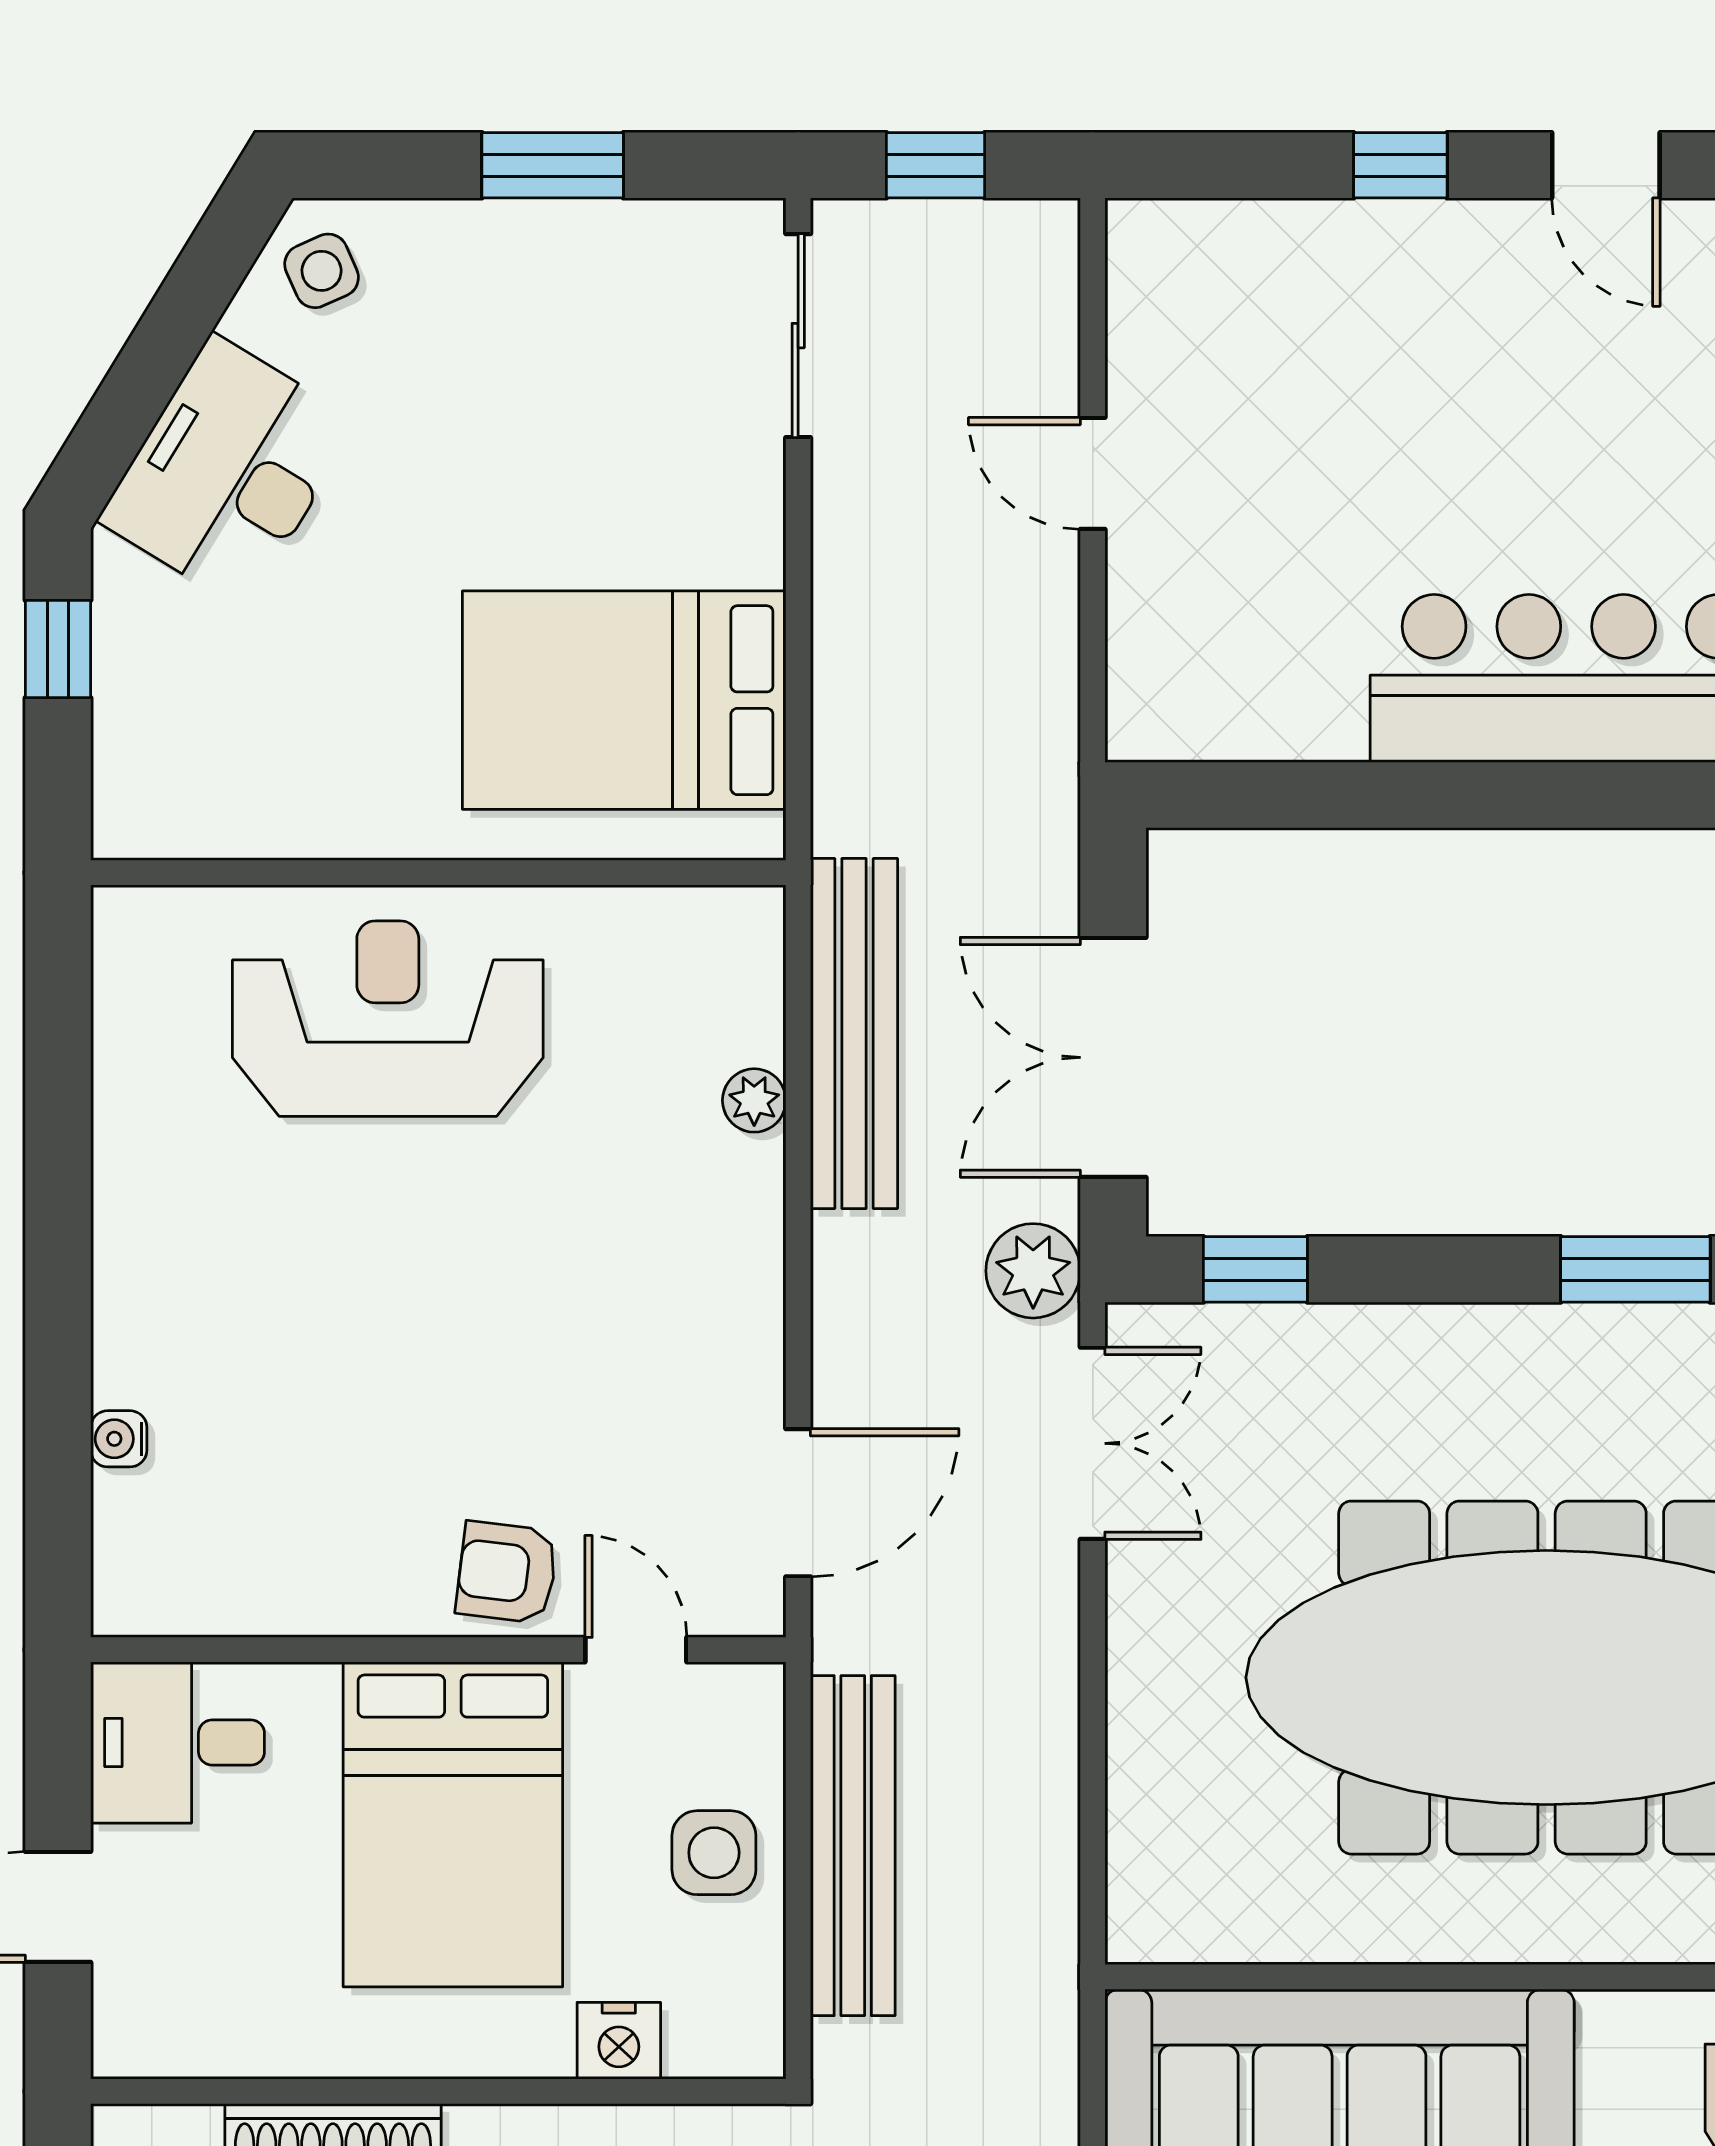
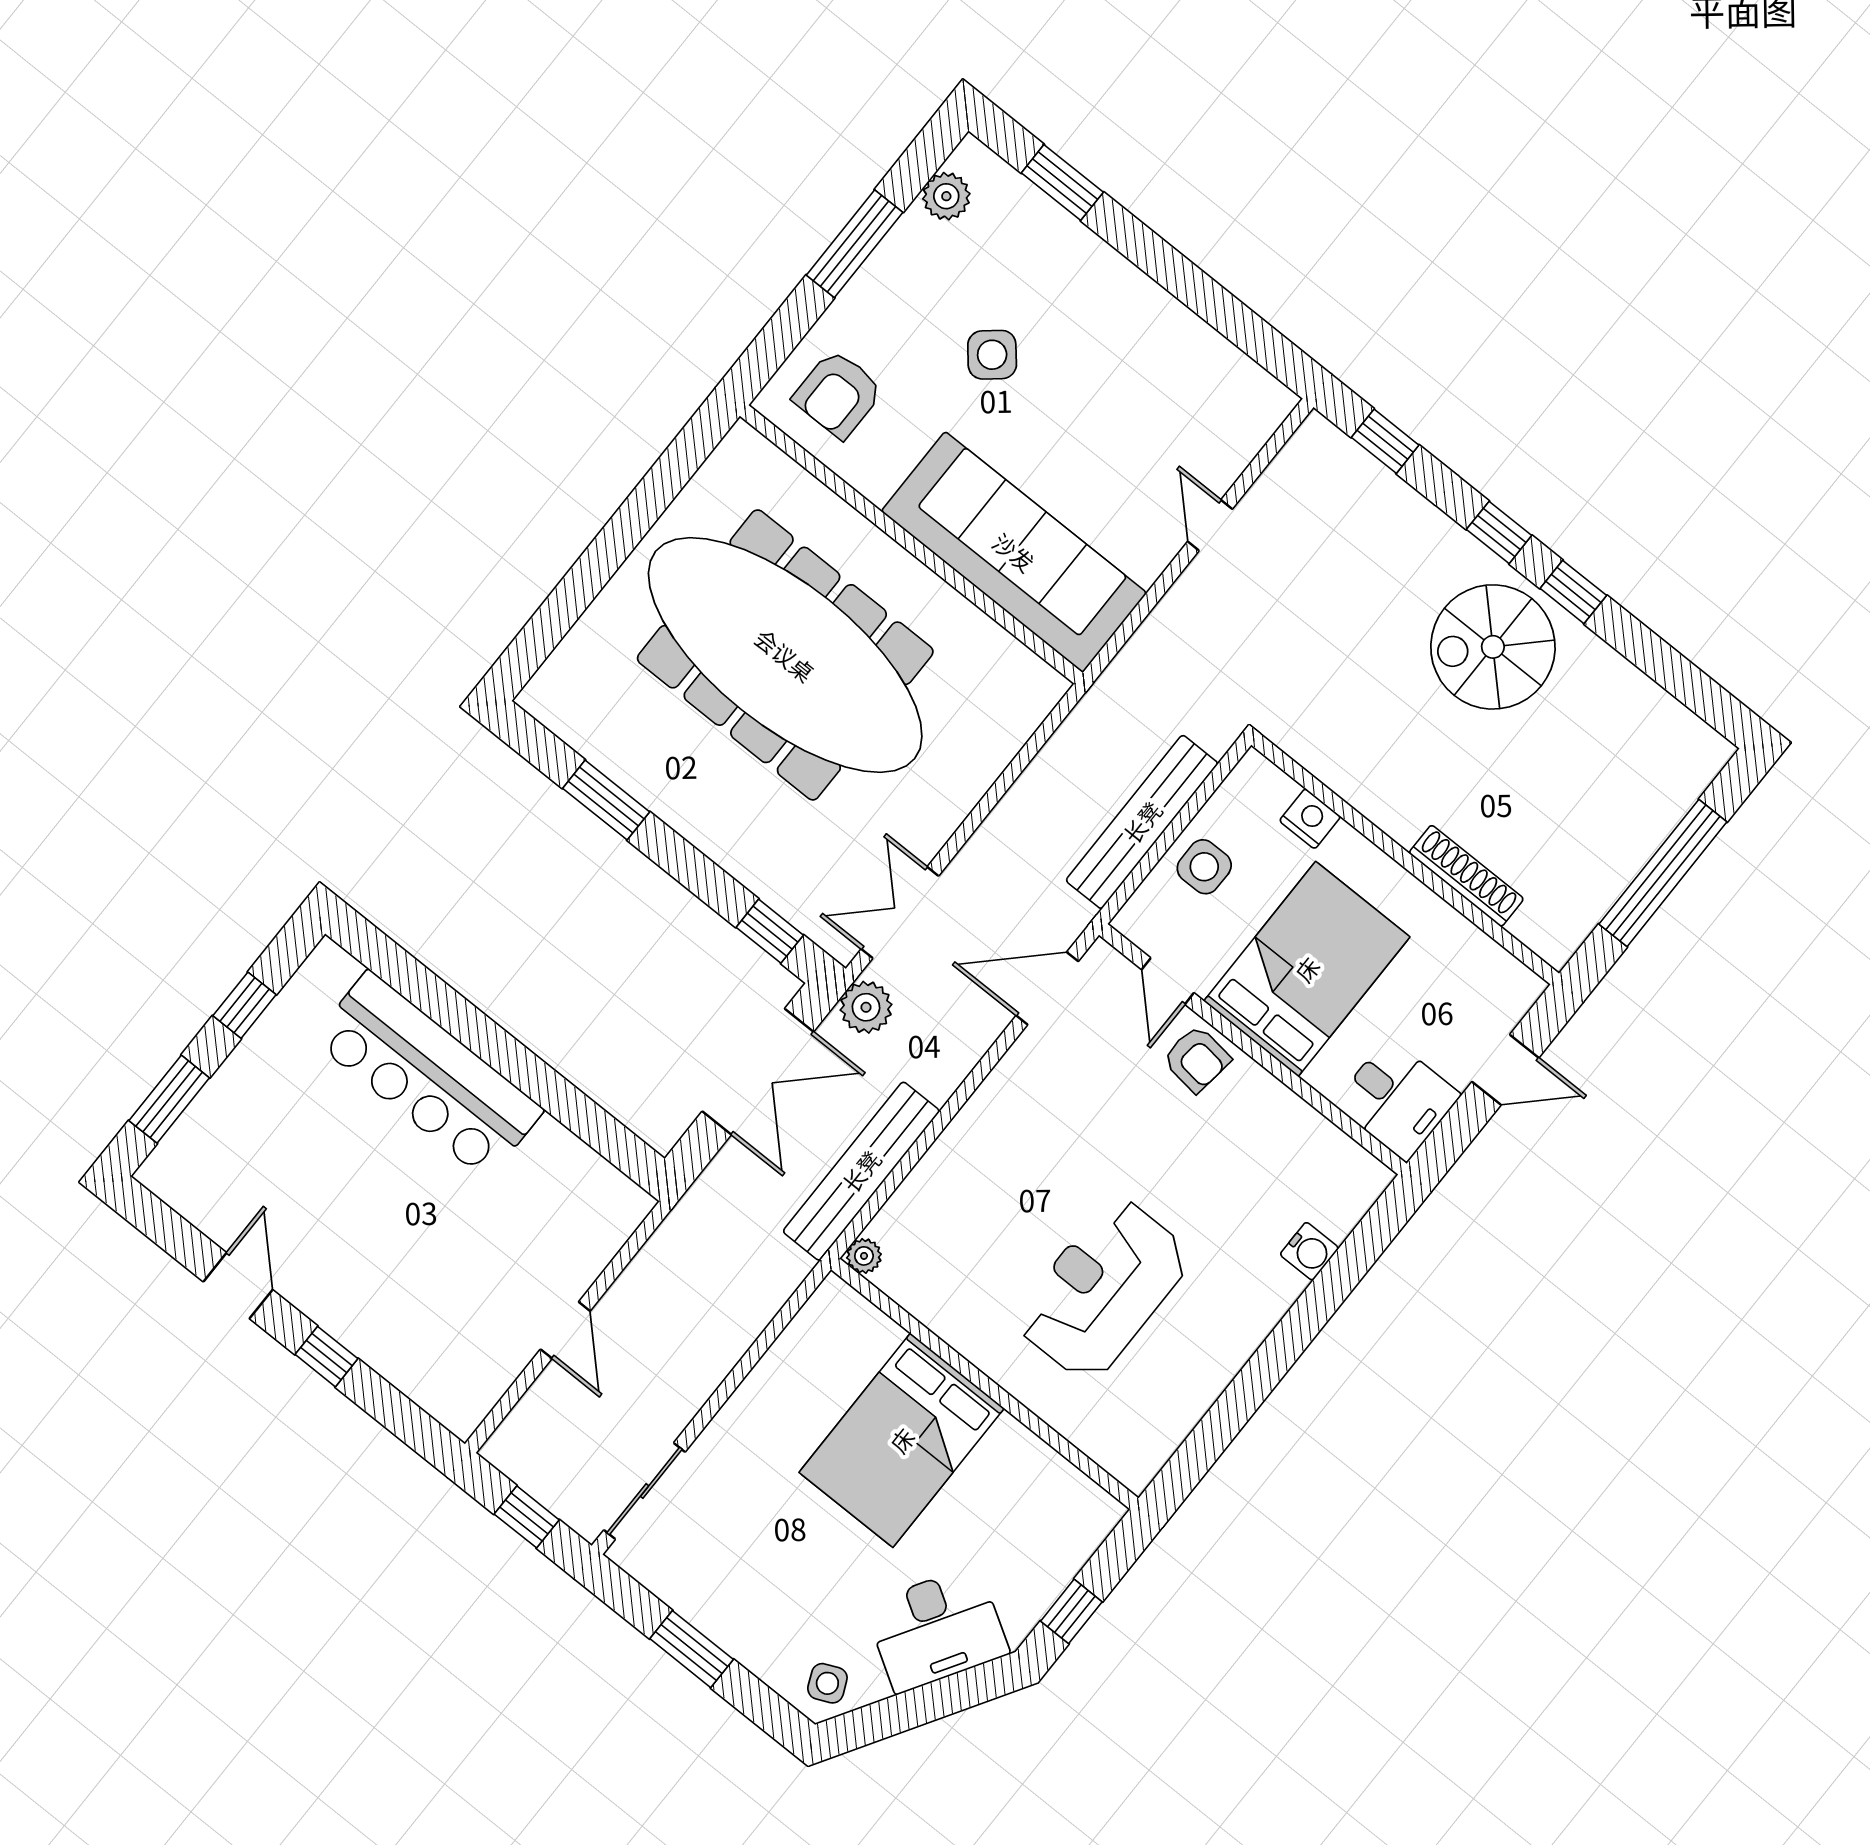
bed: (624, 700) -> (902, 1440), moved, turned 90
reception desk: (388, 1019) -> (1103, 1289), moved, turned 90
plant: (754, 1100) -> (864, 1256), moved
water cooler: (119, 1439) -> (1309, 1251), width x1.38, depth x1.38

